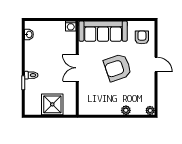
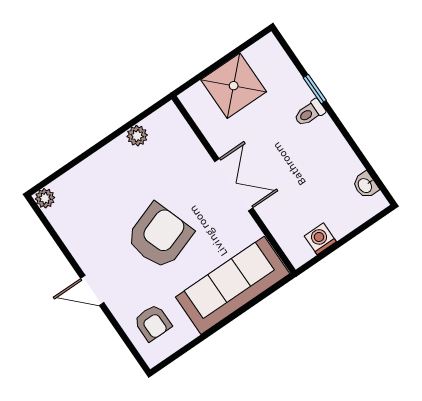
washing machine: (71, 26) -> (320, 239), moved
plant: (126, 110) -> (137, 136), moved

